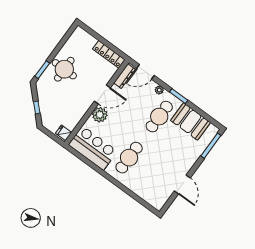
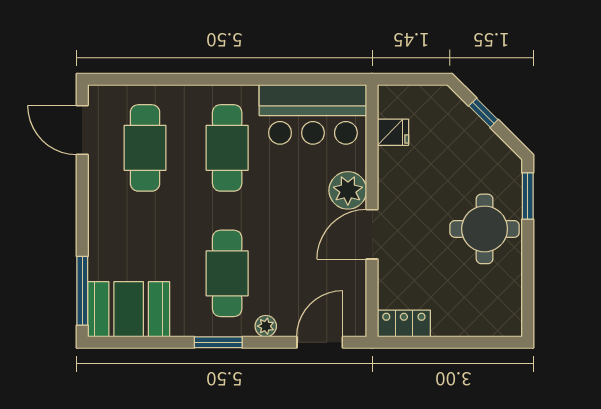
locker: (109, 54) -> (404, 323), width x0.66
dresser: (125, 76) -> (355, 303), removed
booth: (191, 122) -> (129, 309), moved
fridge: (64, 133) -> (393, 132), moved
cafe table: (156, 177) -> (145, 148), added
door: (182, 184) -> (82, 130), moved

